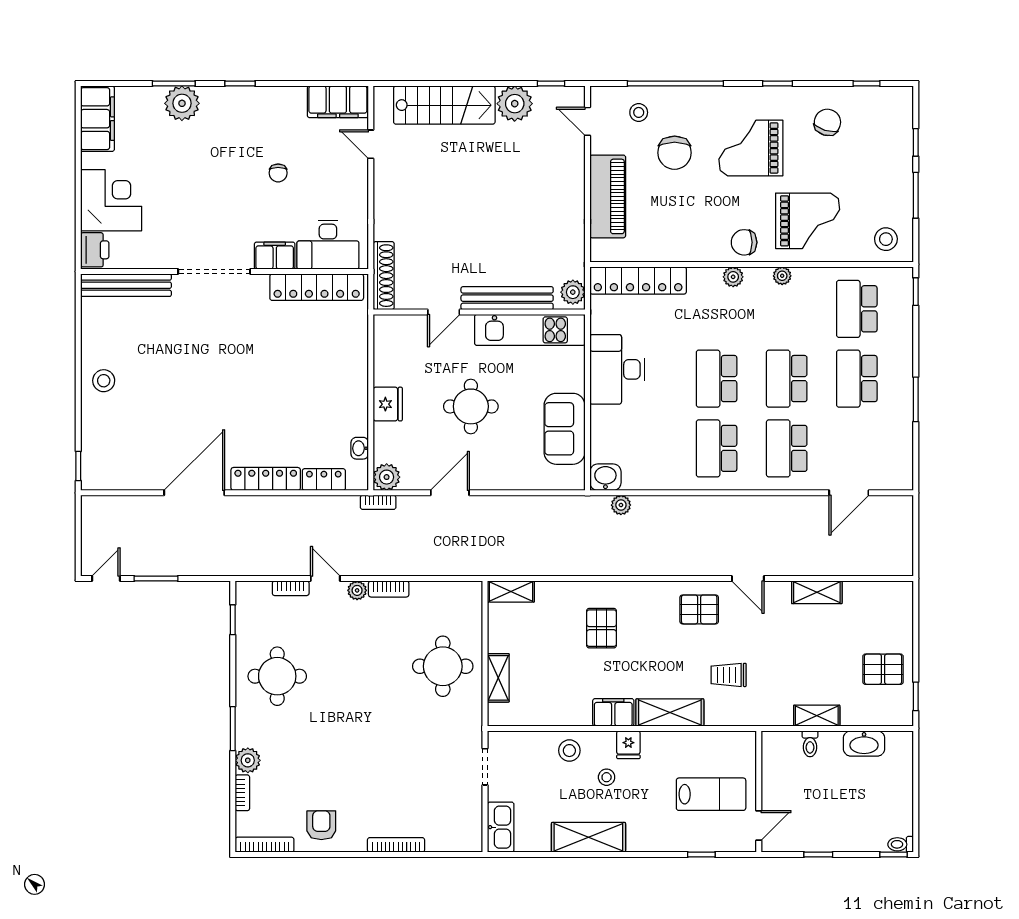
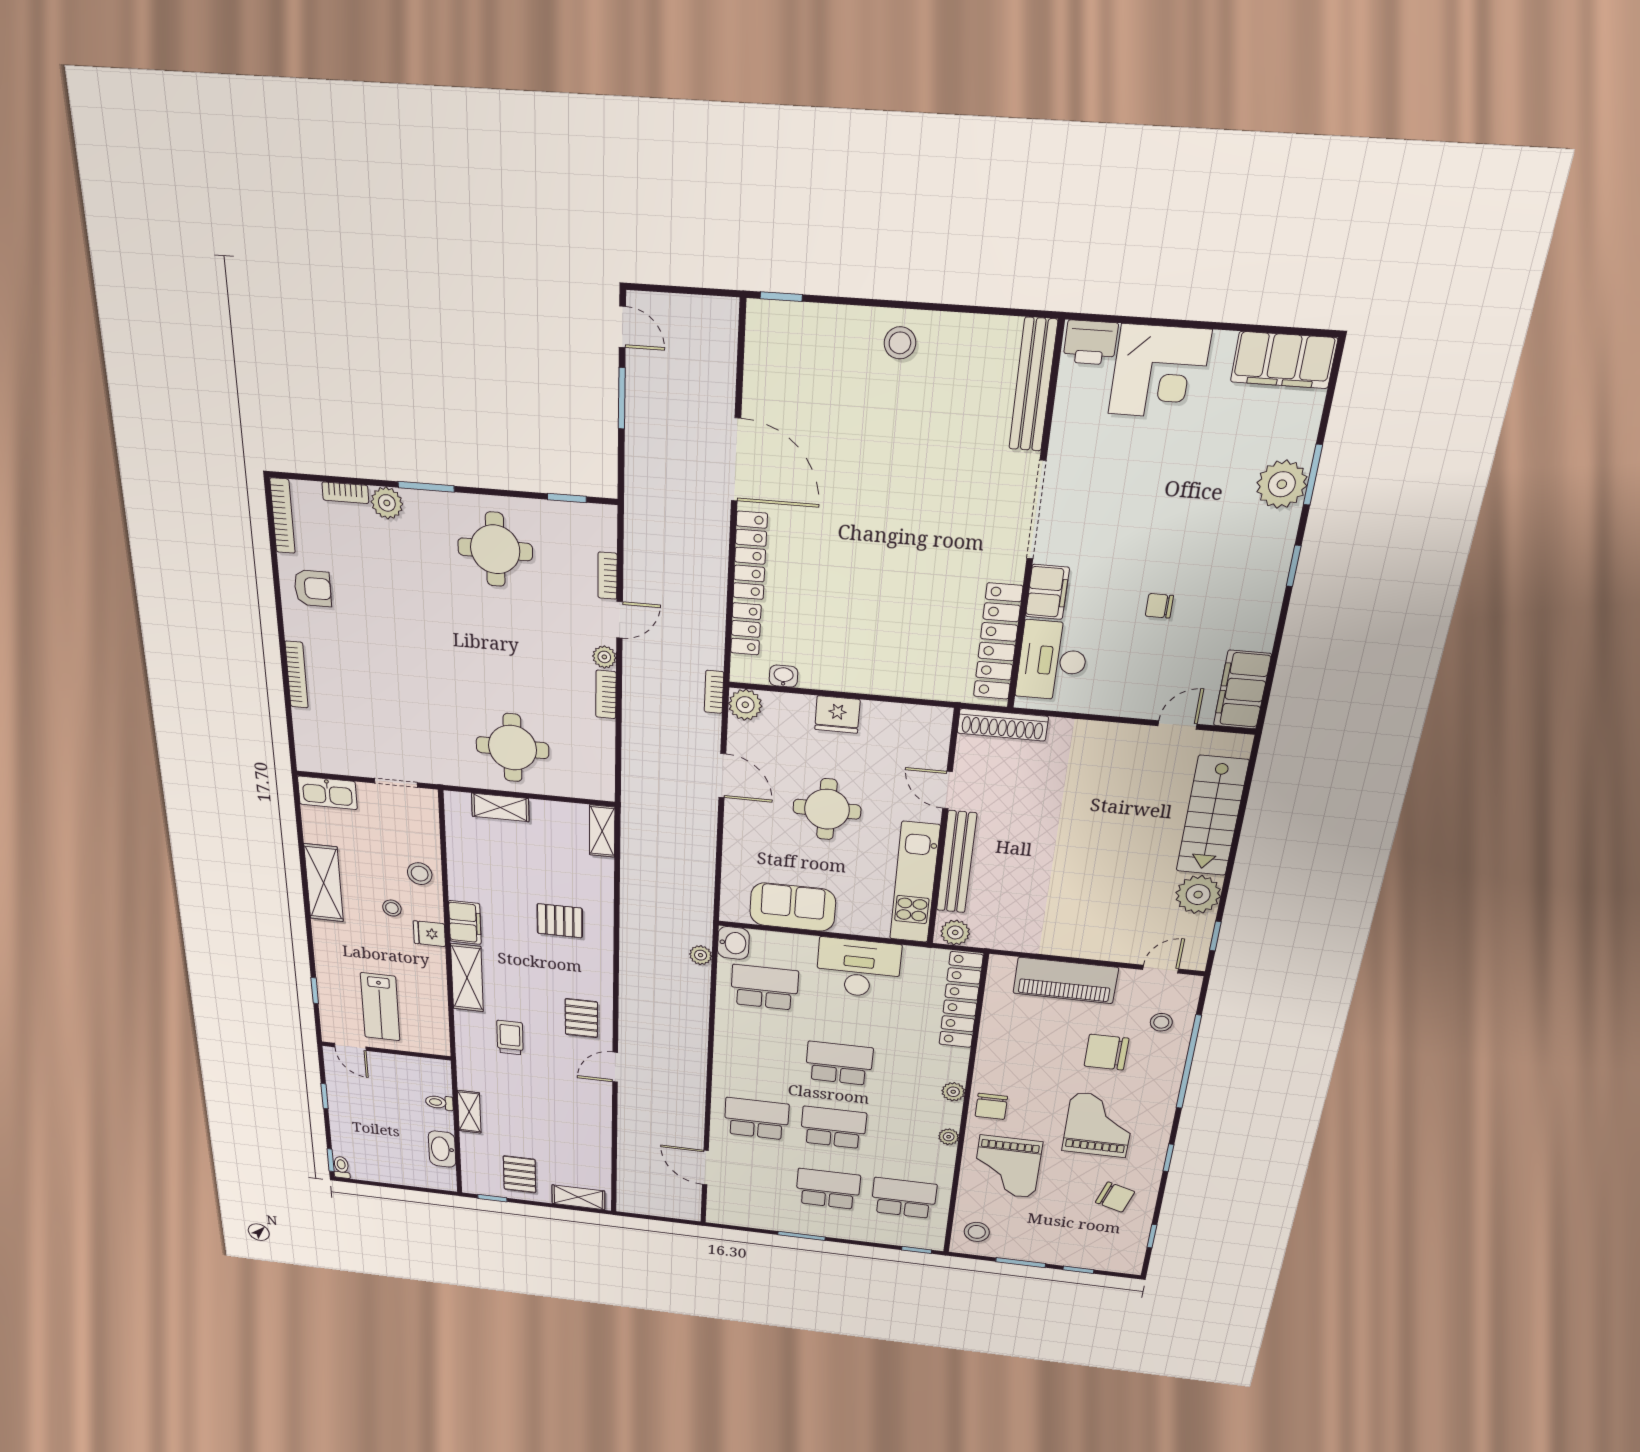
chair: (744, 242) -> (991, 1106), turned 180
school desk: (717, 448) -> (764, 987), moved
shelving: (817, 592) -> (578, 1197), moved, turned 90

